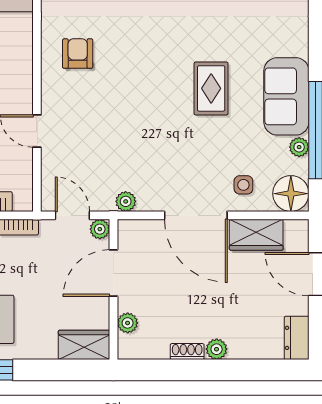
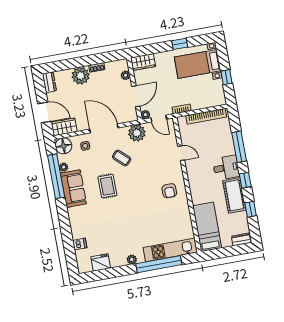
coffee table: (169, 144) -> (122, 158), added
plant: (126, 201) -> (137, 133), width x1.88, depth x1.88
wardrobe: (256, 235) -> (64, 127), moved
plant: (217, 349) -> (81, 76), width x1.87, depth x1.87

